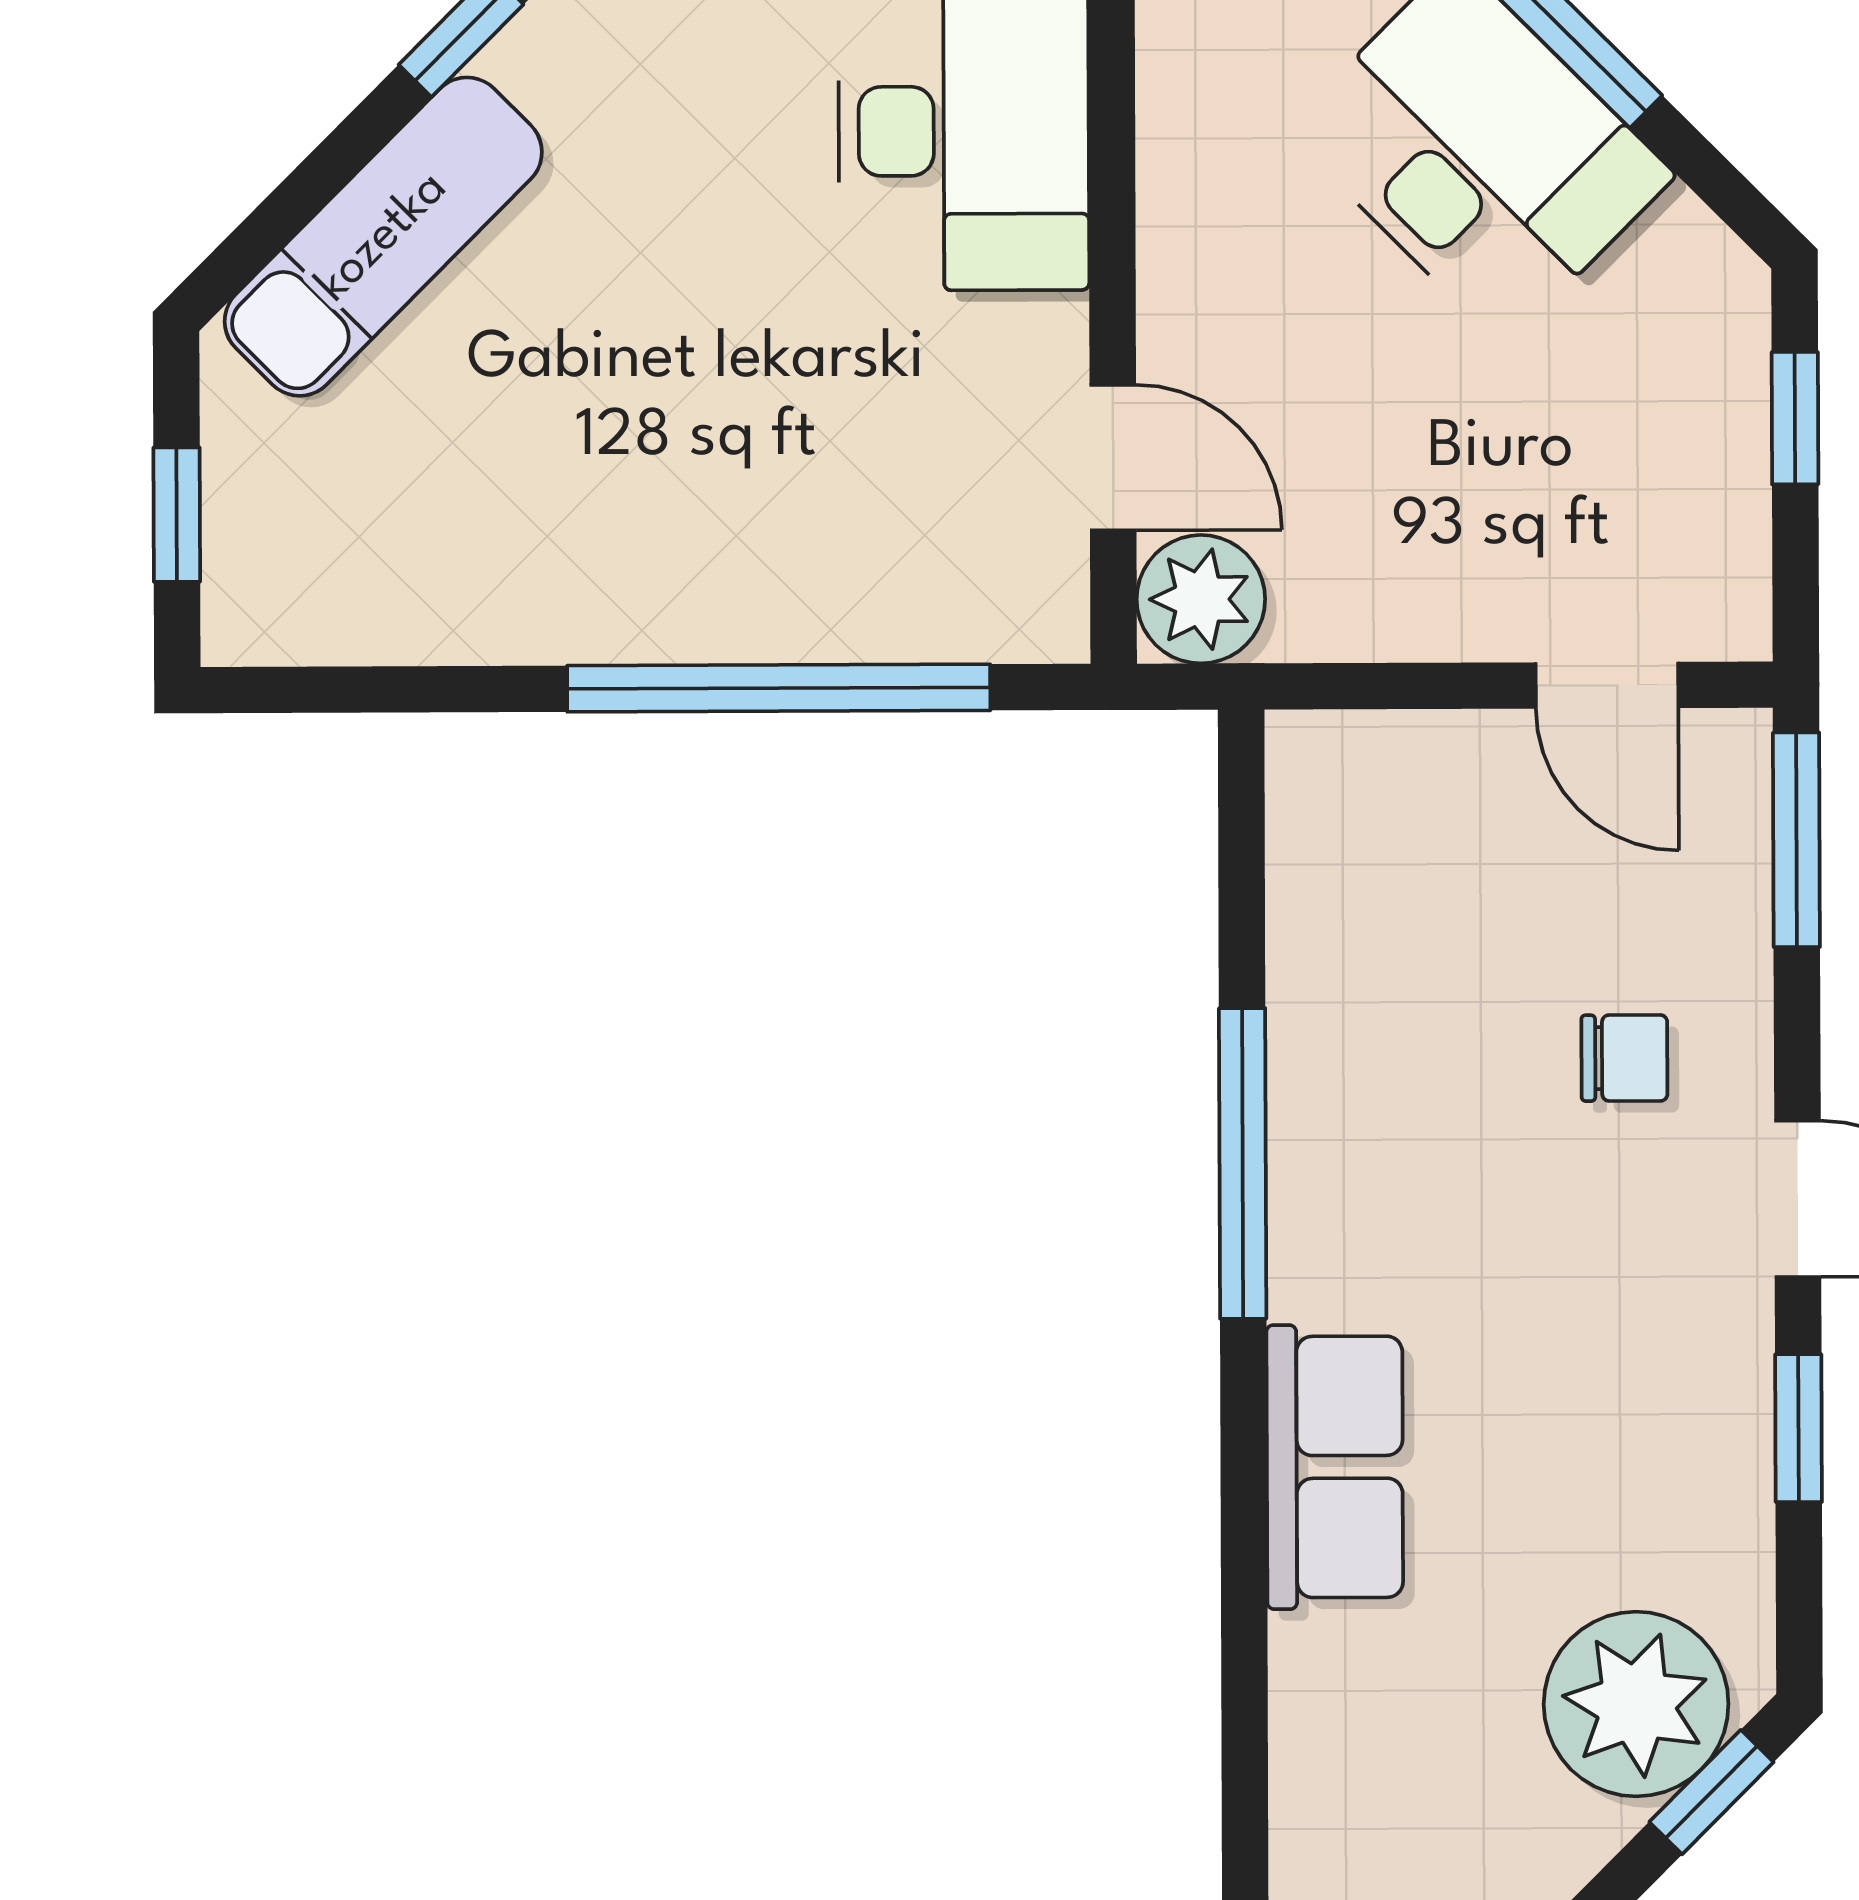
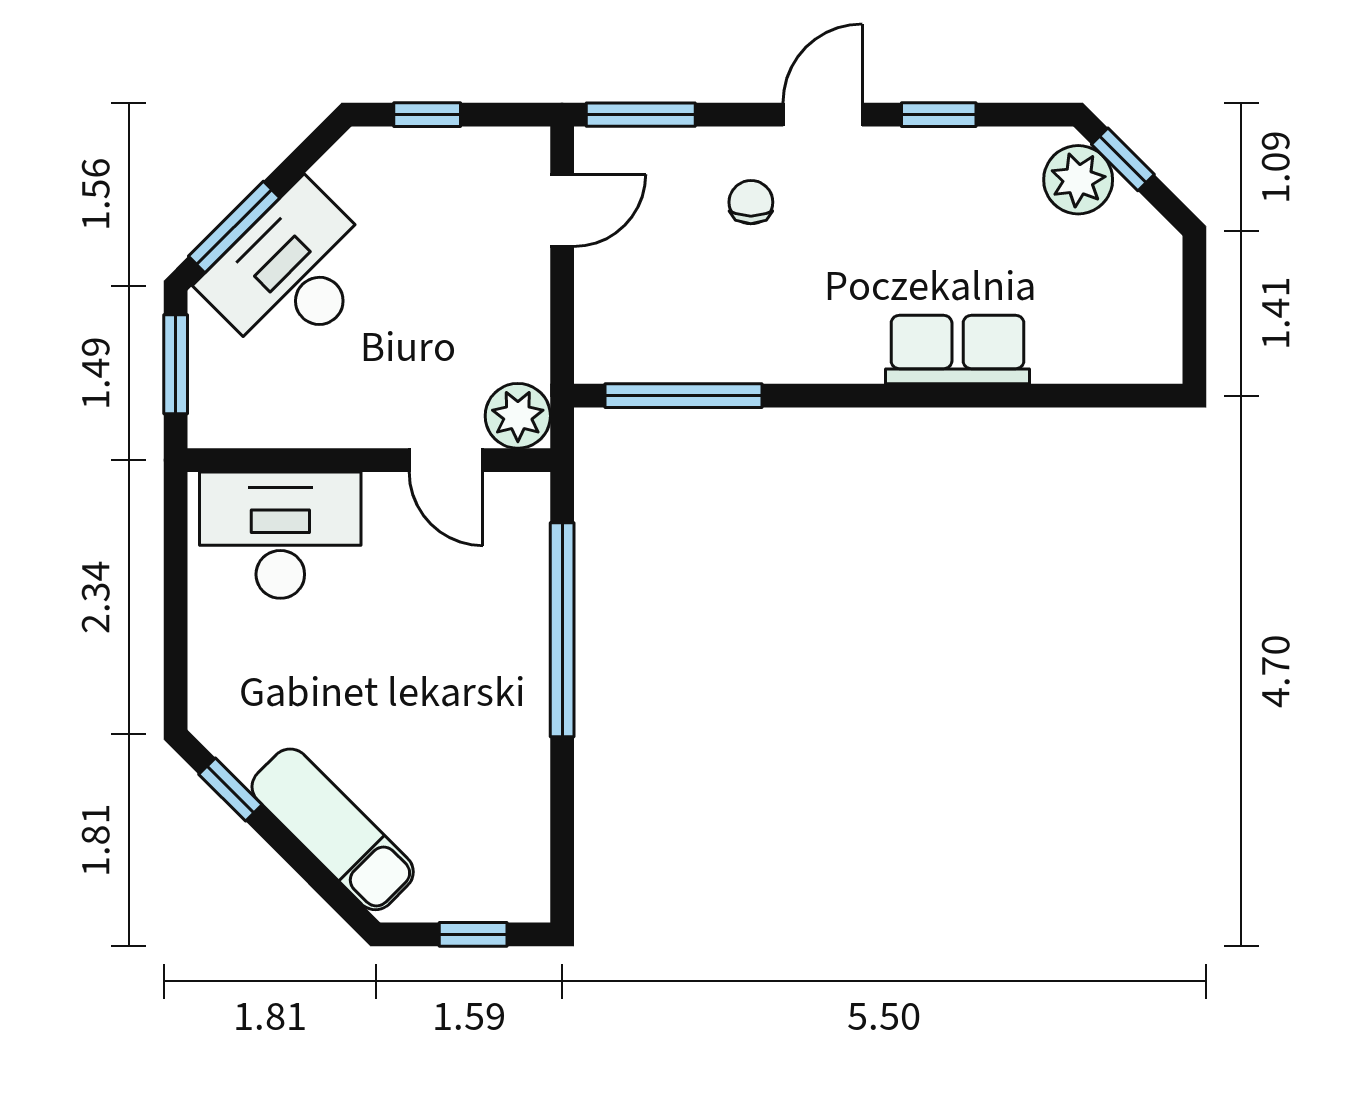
door: (1113, 458) -> (446, 460), swing flipped
window: (1243, 1163) -> (683, 396), moved
plant: (1636, 1704) -> (1078, 180), width x0.73, depth x0.73

